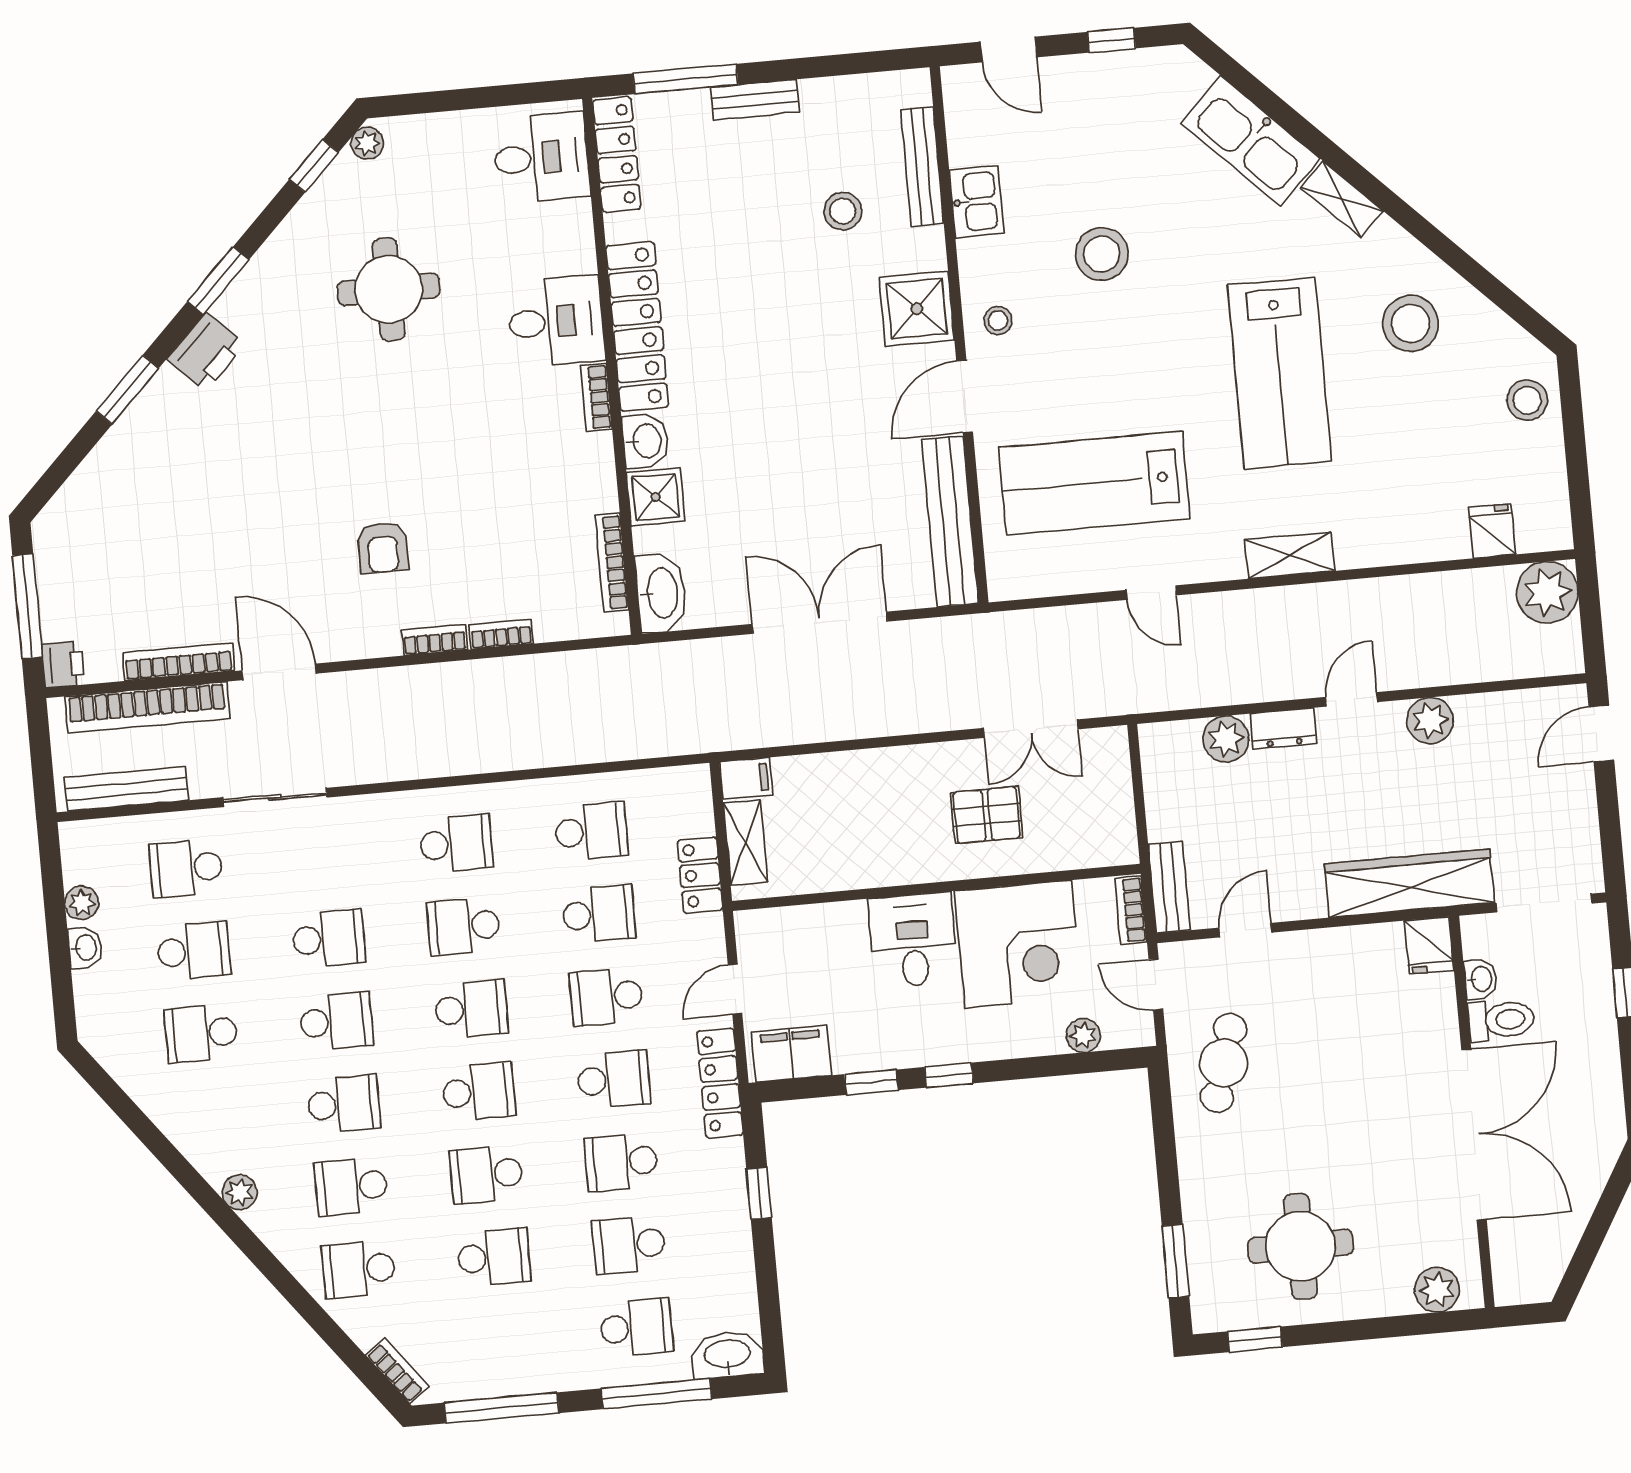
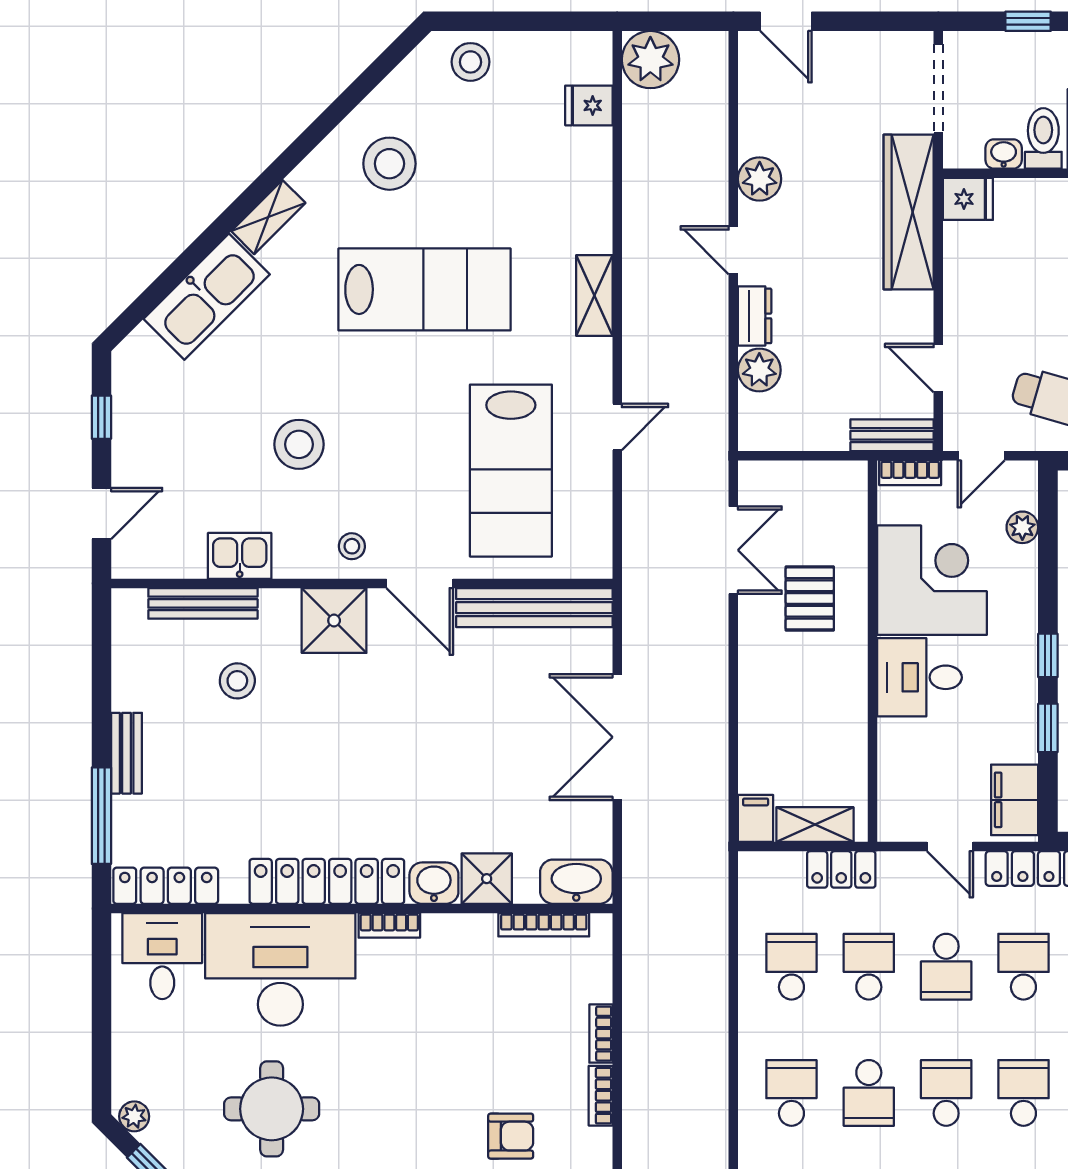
desk: (556, 321) -> (280, 969), width x1.87, depth x1.30

